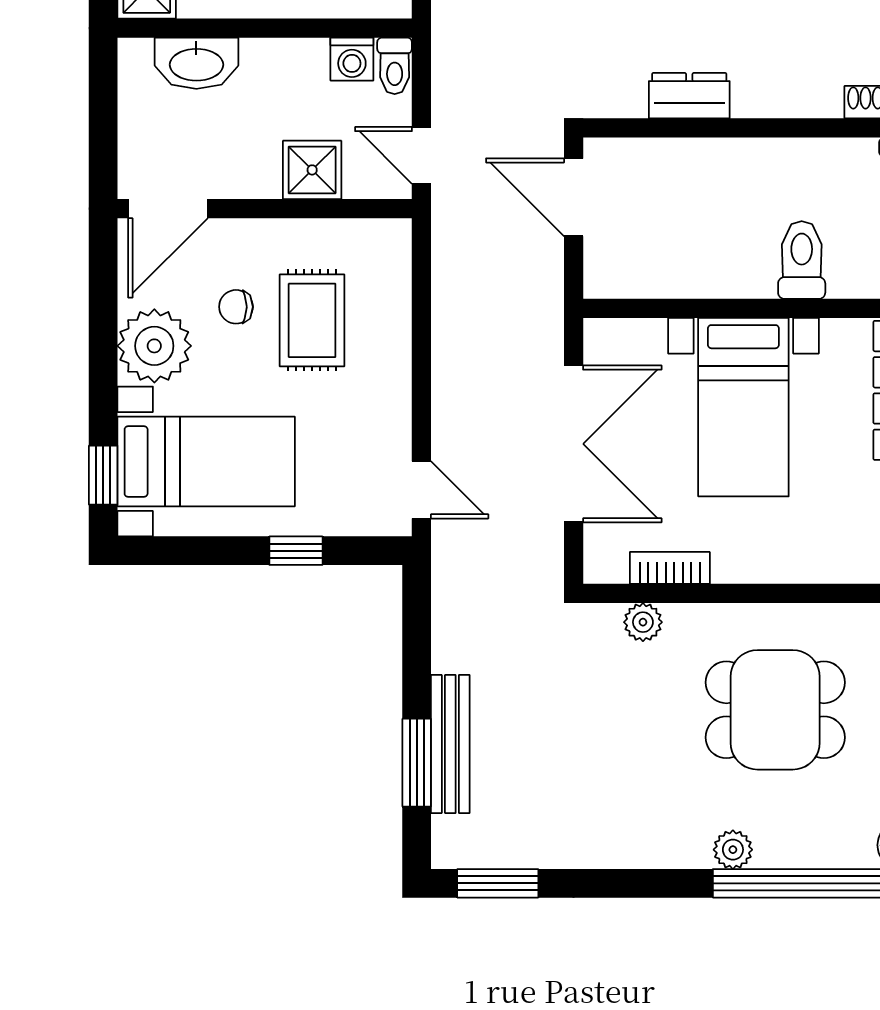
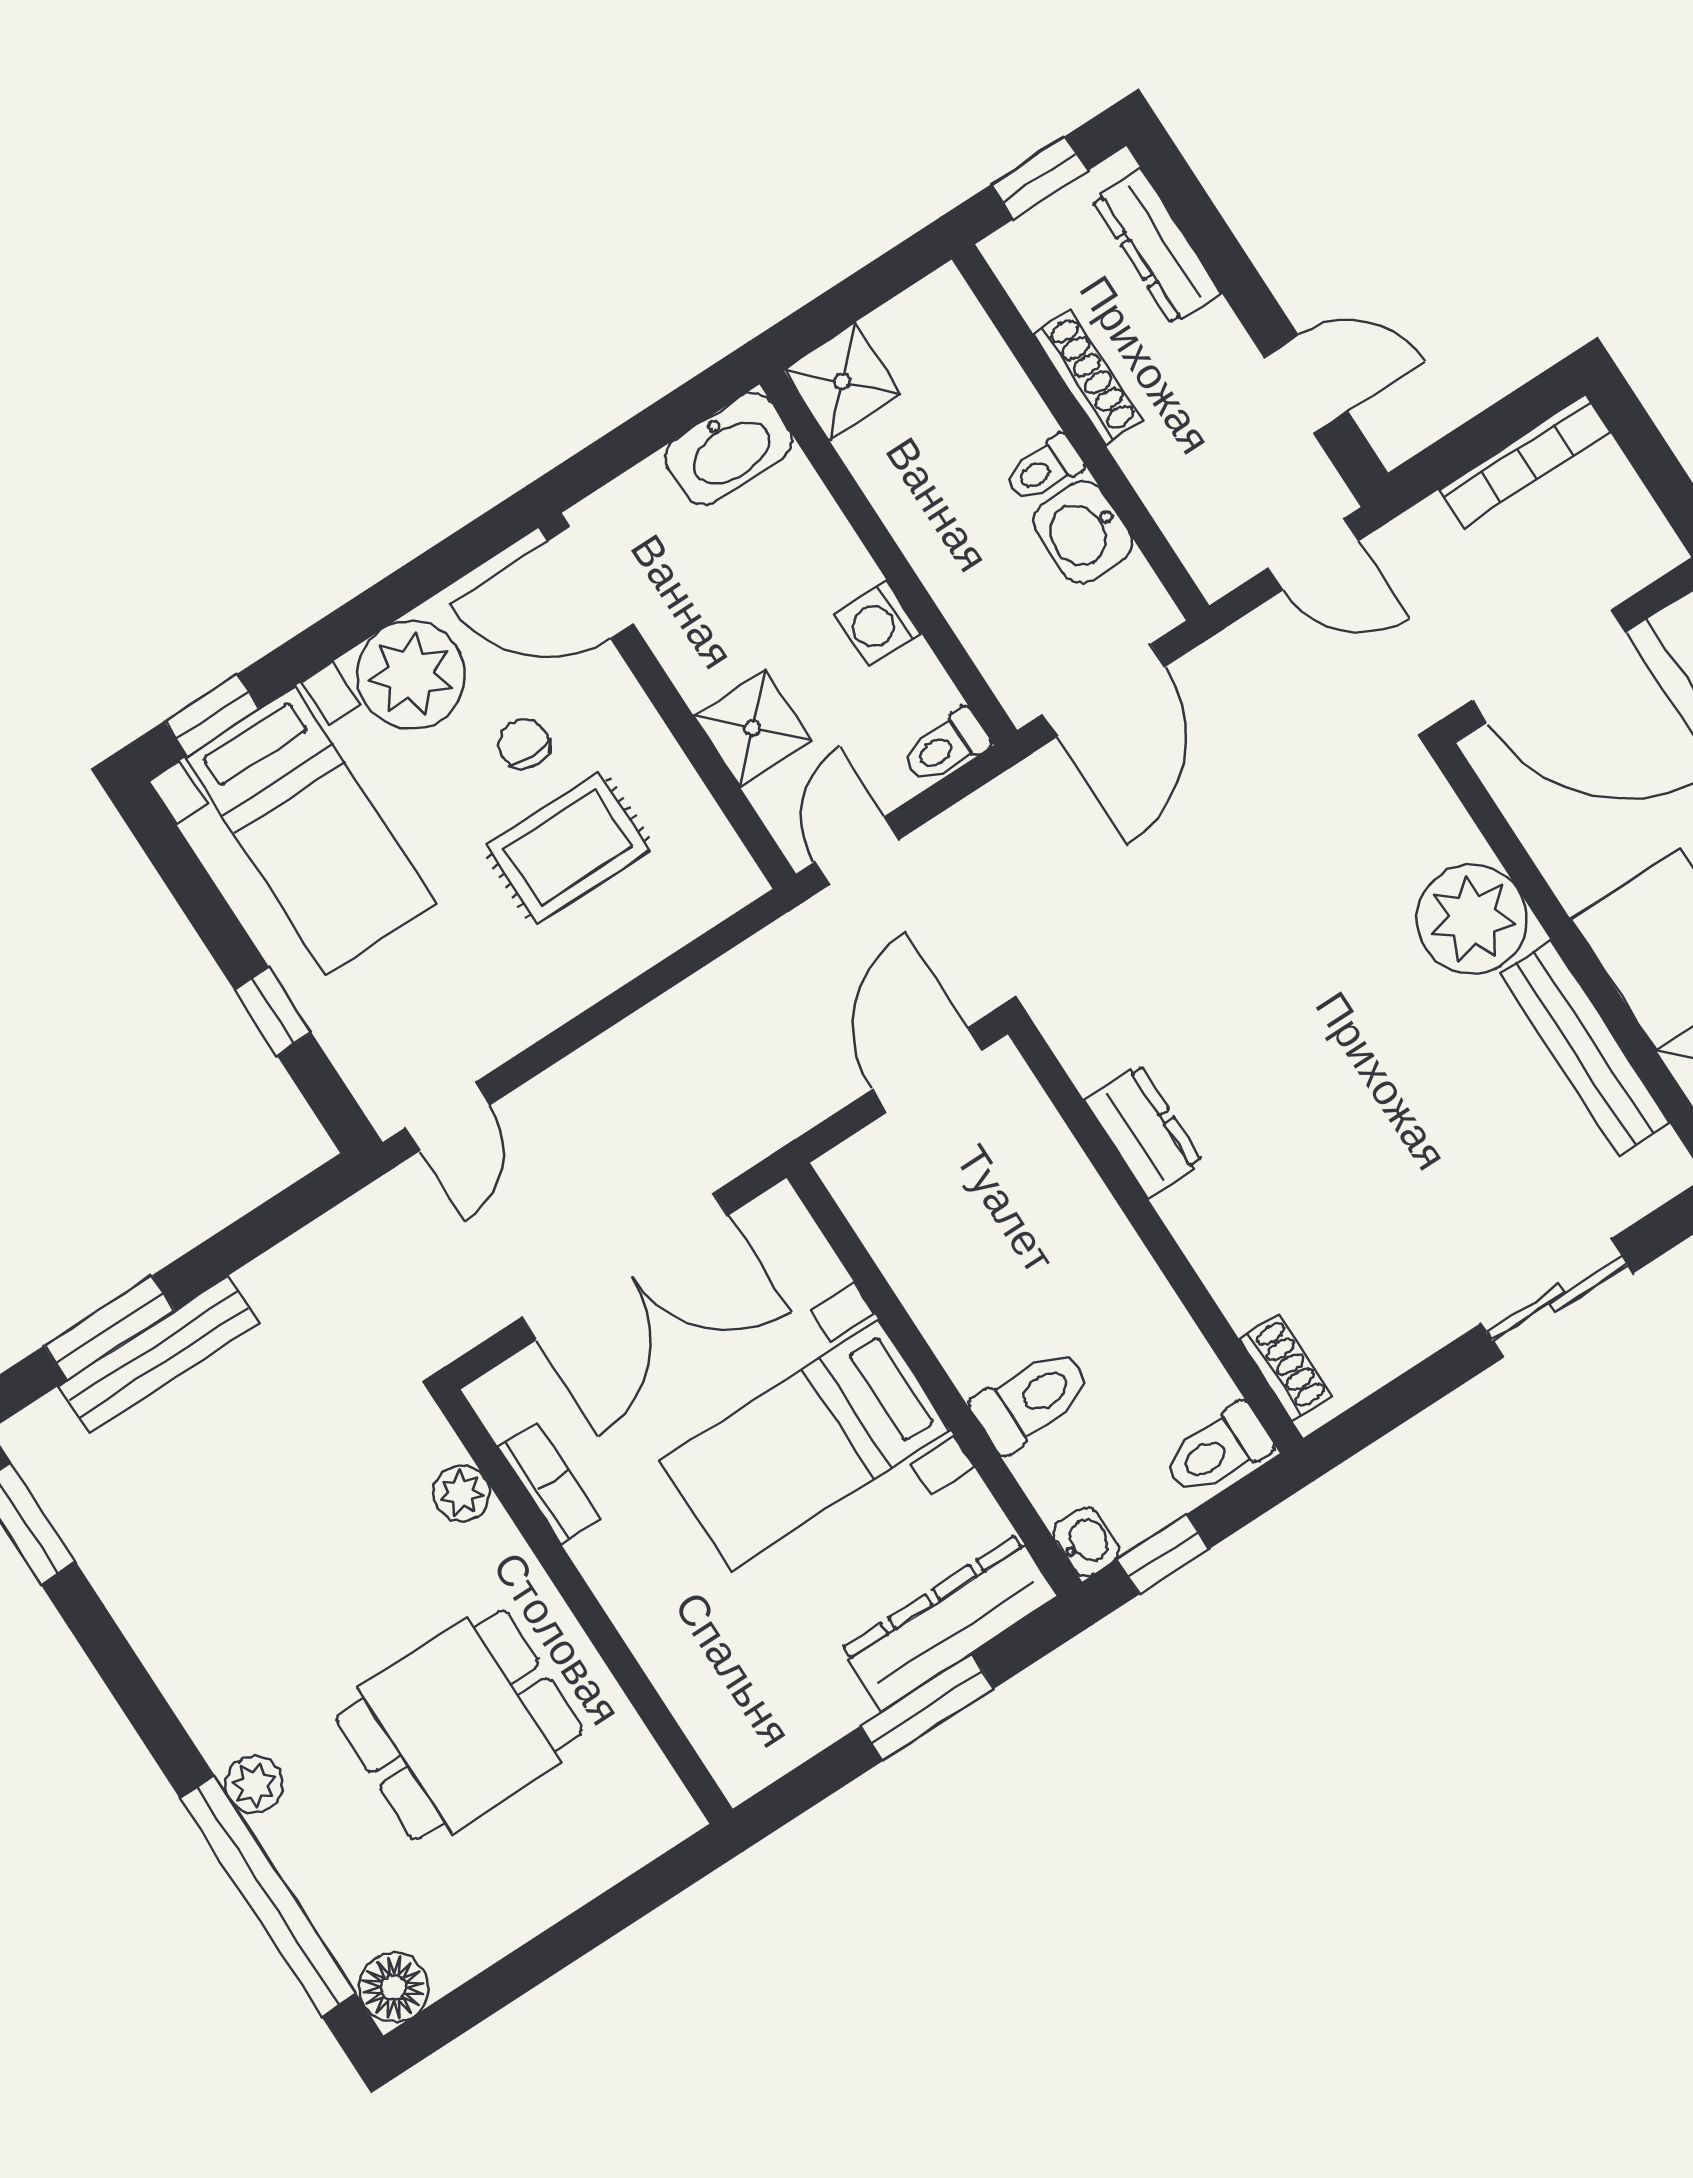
washing machine: (352, 59) -> (878, 624), moved
washbasin: (196, 63) -> (729, 449), moved, turned -90
dining table: (775, 710) -> (459, 1725), turned 90

